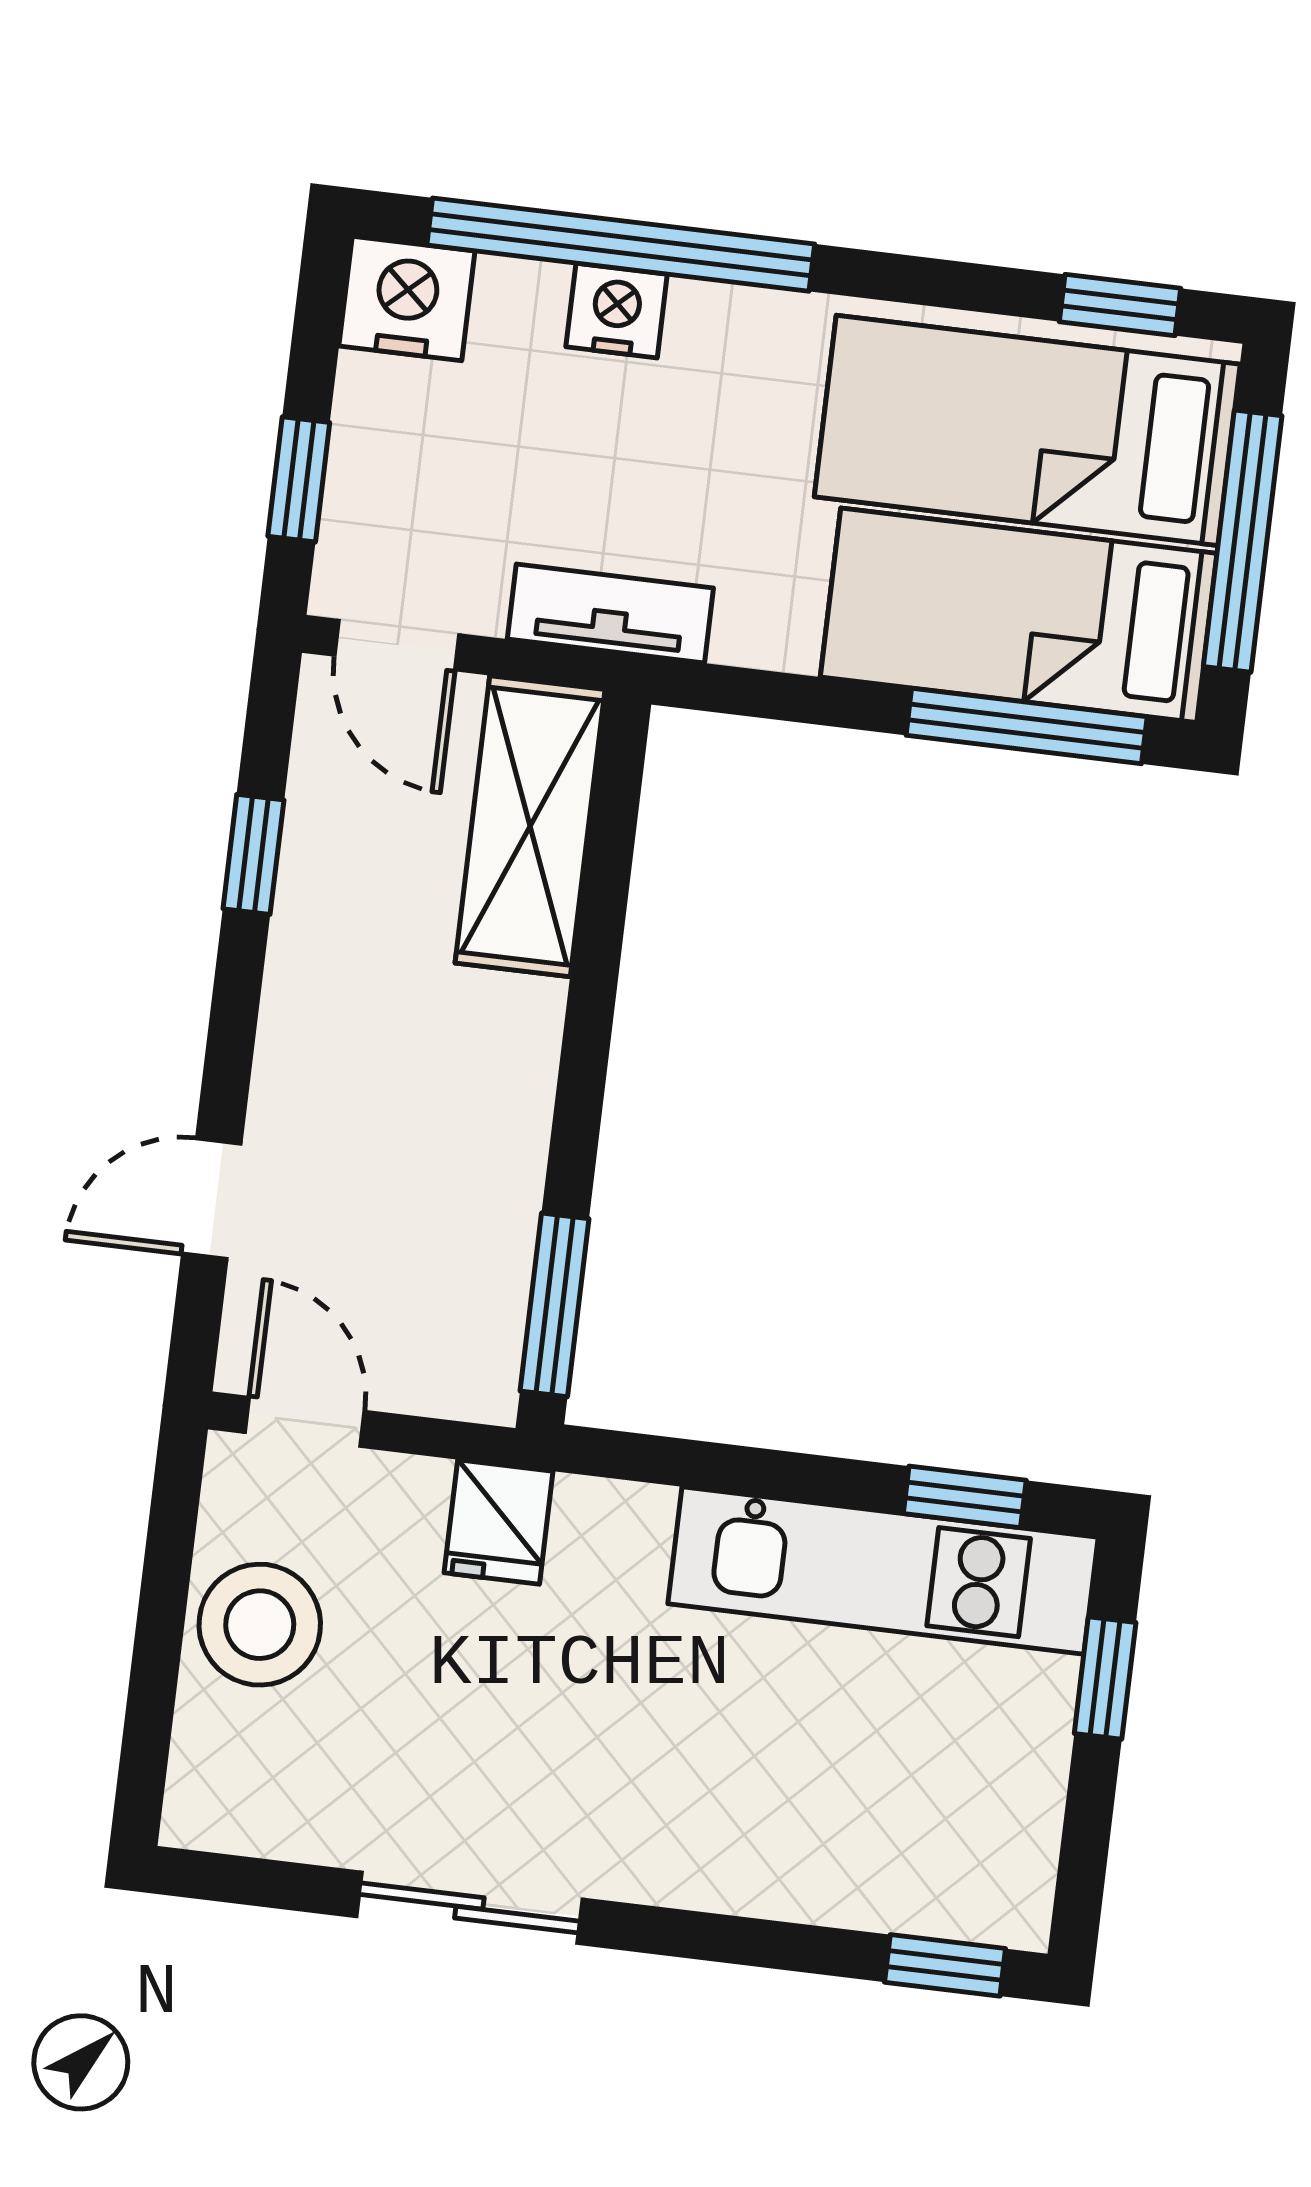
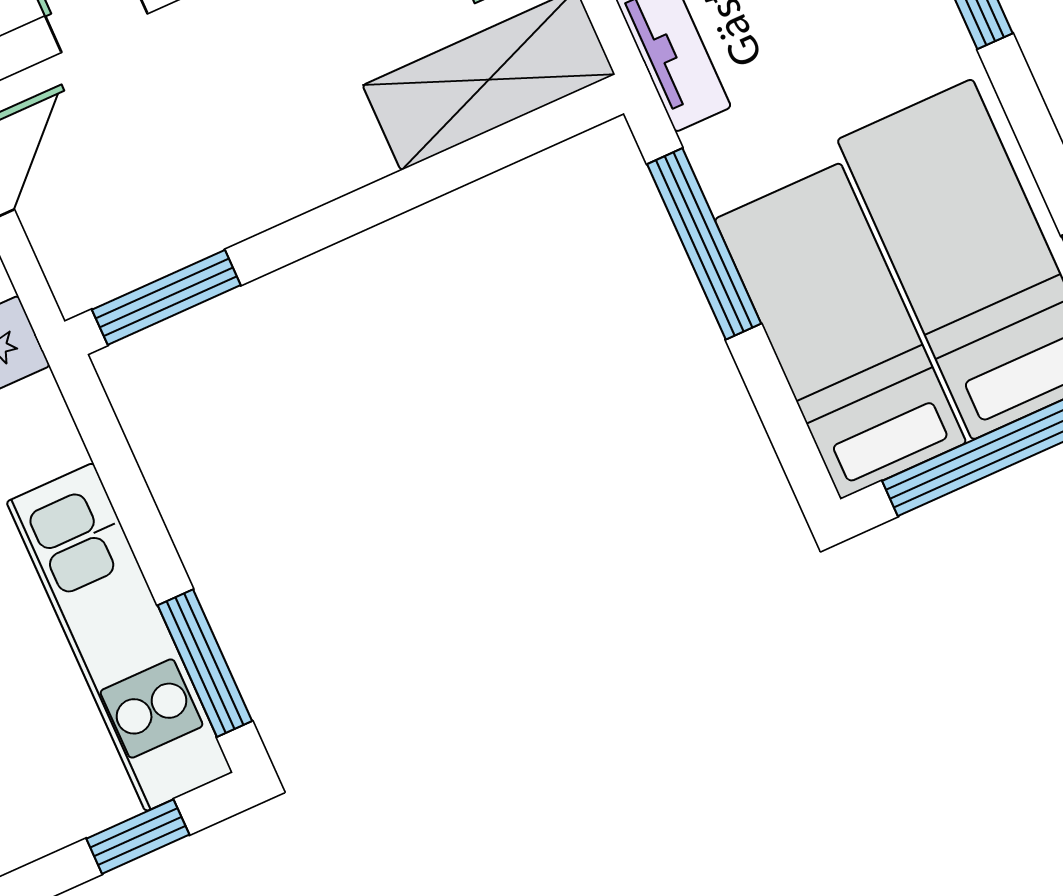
window: (1027, 726) -> (704, 244), moved
window: (965, 1497) -> (205, 663), width x1.50

